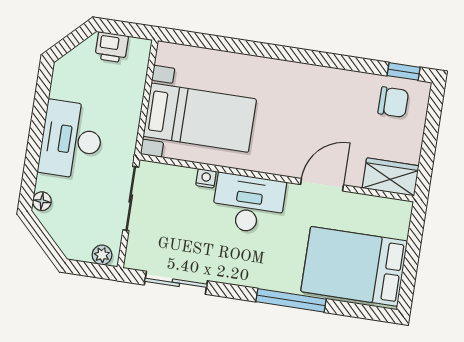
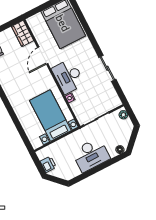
door: (322, 185) -> (43, 56), hinge flipped
sliding door: (176, 283) -> (107, 68), moved
window: (291, 300) -> (91, 37), removed

